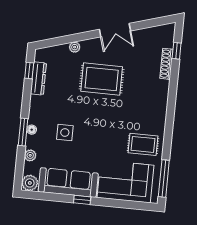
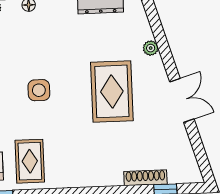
double door: (115, 30) -> (182, 100), swing flipped
side table: (65, 132) -> (39, 90), moved

